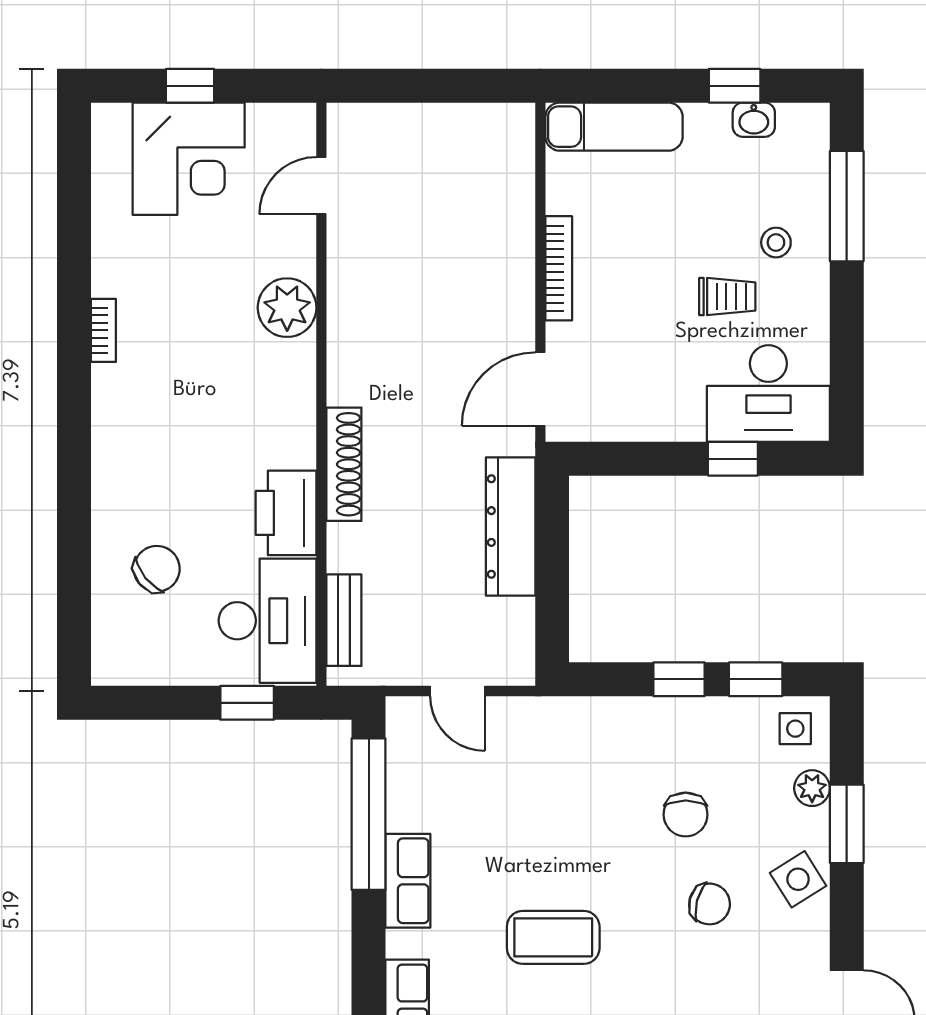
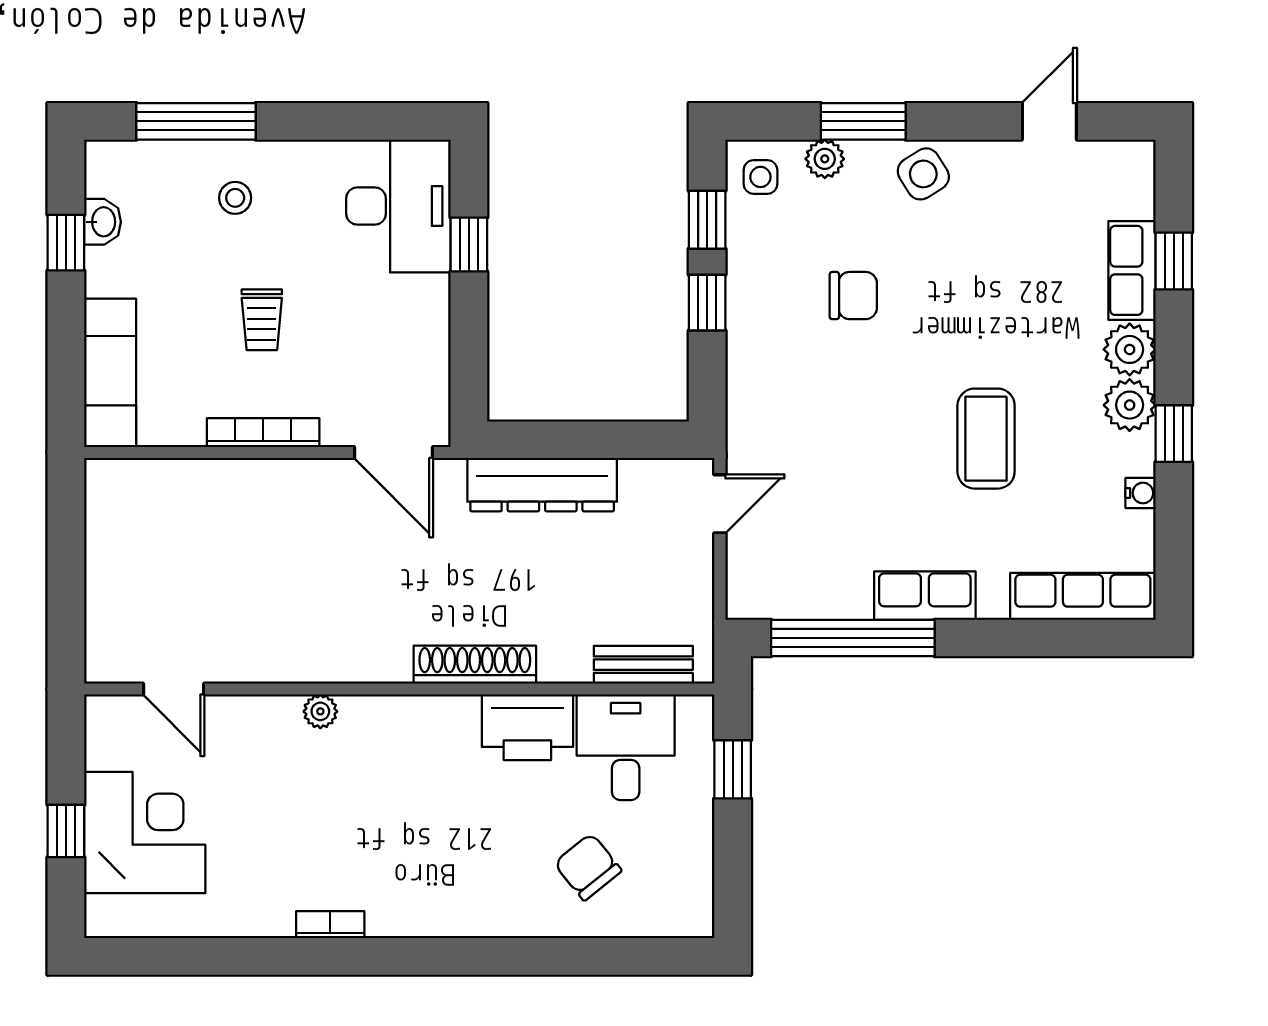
trolley: (727, 297) -> (262, 320), moved, turned 180
plant: (287, 308) -> (320, 711), width x0.53, depth x0.53
desk: (268, 621) -> (626, 747), width x0.73
door: (457, 691) -> (720, 504), moved
chair: (710, 904) -> (950, 270), removed

